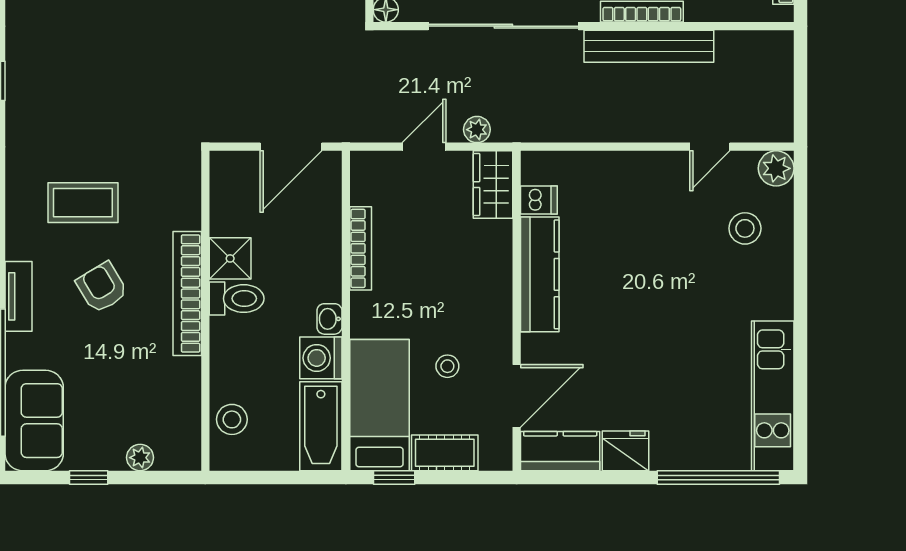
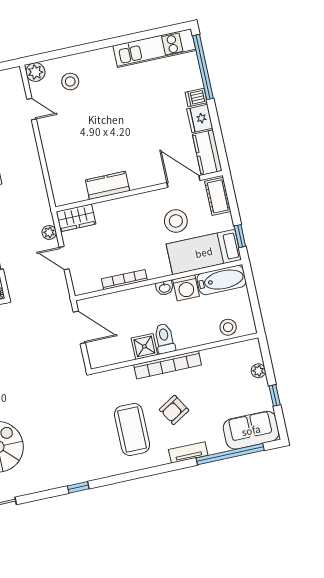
dishwasher: (539, 200) -> (196, 98), moved, turned -90
coffee table: (83, 203) -> (132, 430), width x1.36, depth x1.32
kitchen counter: (540, 274) -> (107, 185), width x0.67
stool: (447, 366) -> (176, 221), width x1.89, depth x1.89
cot: (445, 453) -> (218, 196), moved

